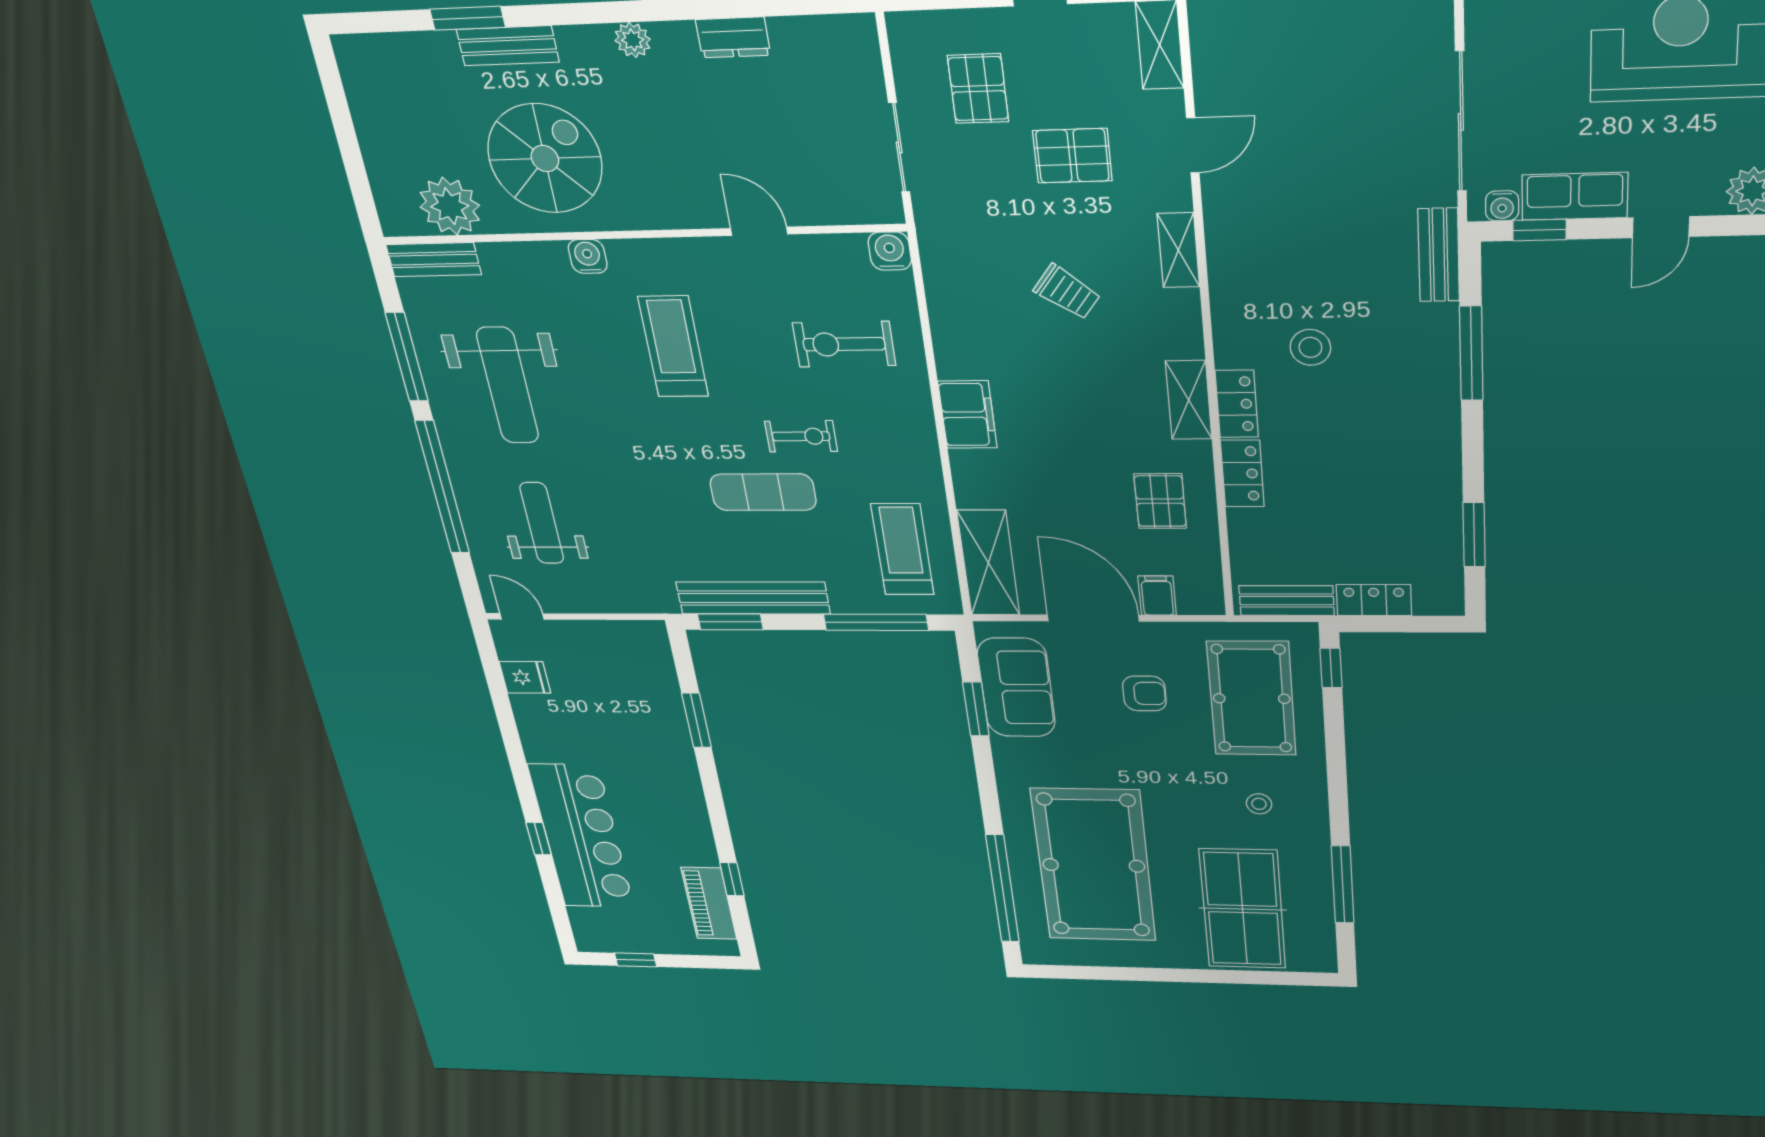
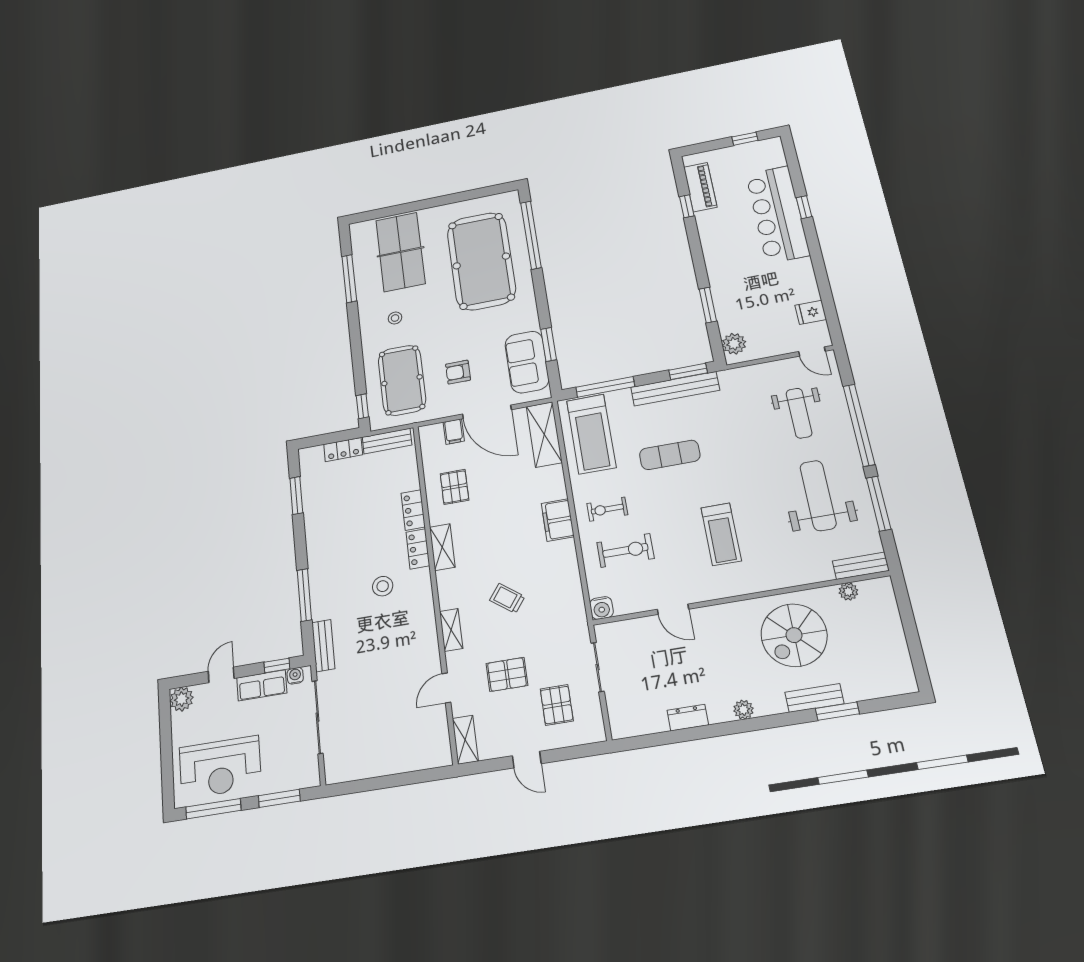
plant: (450, 206) -> (848, 591), width x0.53, depth x0.53
water cooler: (588, 256) -> (770, 581), removed
exercise bike: (801, 436) -> (607, 509), moved
treadmill: (902, 549) -> (591, 434), width x1.37, depth x1.37
plant: (652, 652) -> (734, 344), added

